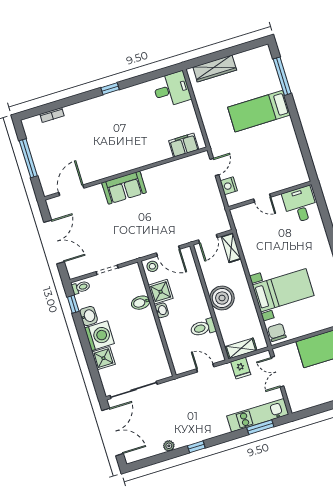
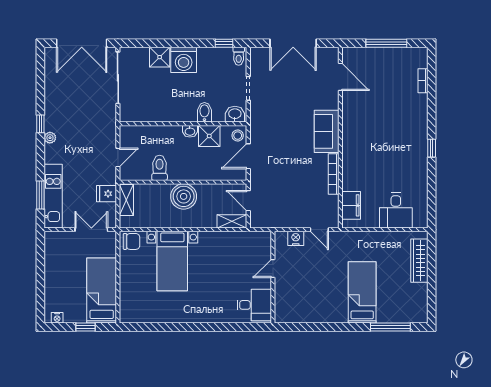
desk: (172, 89) -> (396, 210), moved
bookcase: (161, 169) -> (334, 174), added
washbasin: (89, 316) -> (235, 114), moved, turned 180
plant: (169, 446) -> (50, 138), moved

